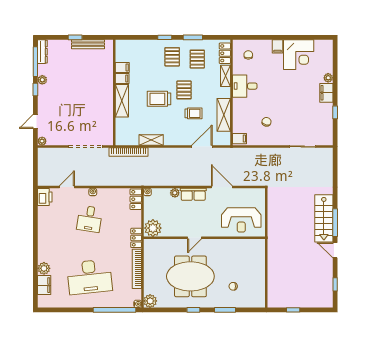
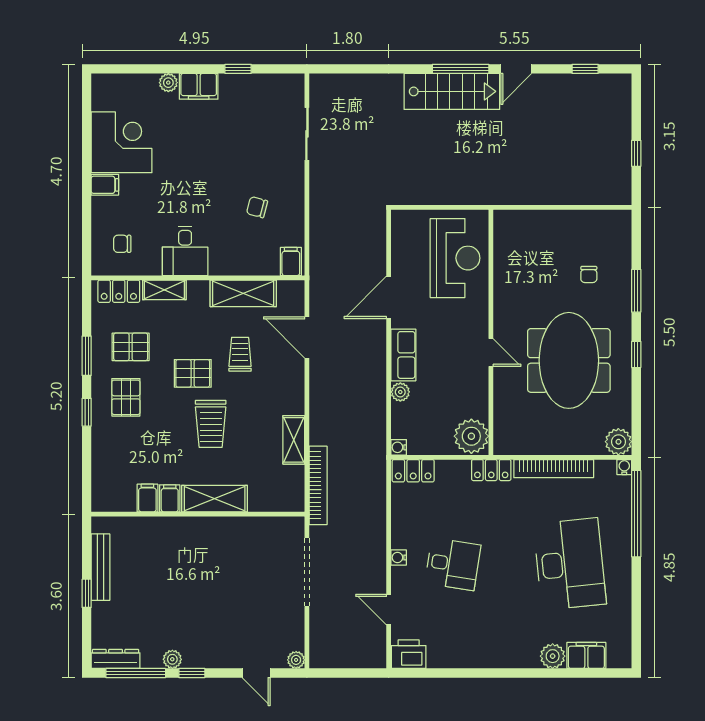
pallet: (172, 57) -> (126, 397), turned 90

